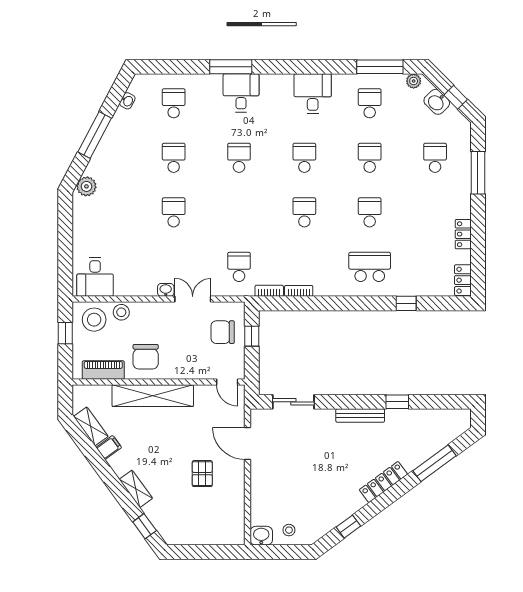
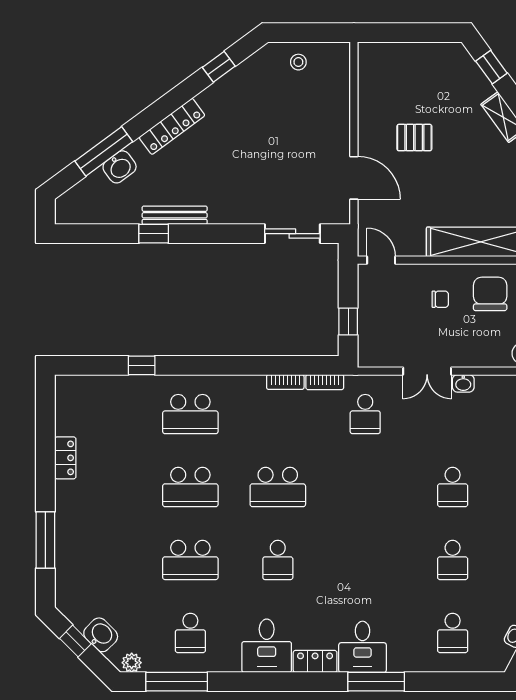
school desk: (239, 158) -> (365, 560), removed
school desk: (370, 158) -> (190, 560), width x1.85
school desk: (435, 158) -> (103, 560), removed
school desk: (304, 212) -> (278, 487), width x1.85
school desk: (370, 212) -> (190, 487), width x1.85
locker: (463, 280) -> (315, 661), moved, turned -90
chair: (223, 332) -> (440, 299), moved, width x0.54, depth x0.54
bench: (360, 416) -> (175, 215), moved
pallet: (202, 474) -> (414, 138), turned 90
washbasin: (261, 536) -> (120, 167), moved, turned -36

